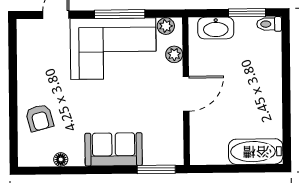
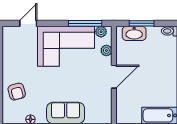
window: (247, 13) -> (142, 23), moved
window: (120, 14) -> (85, 23), moved

